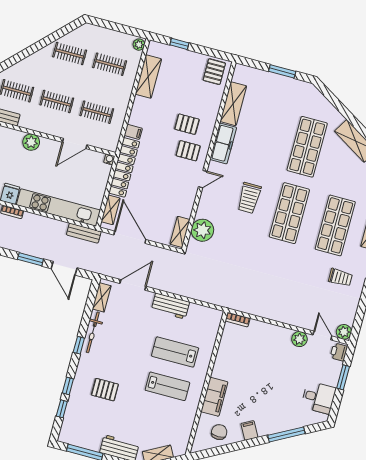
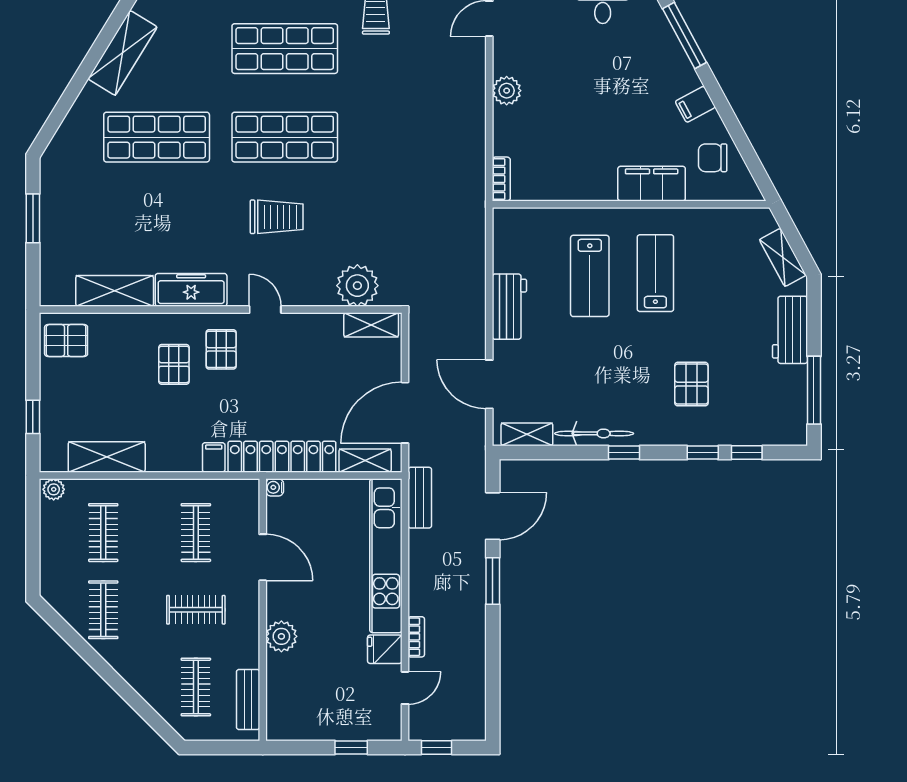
clothes rail: (57, 101) -> (196, 610), turned 90
plant: (299, 339) -> (507, 91), moved

